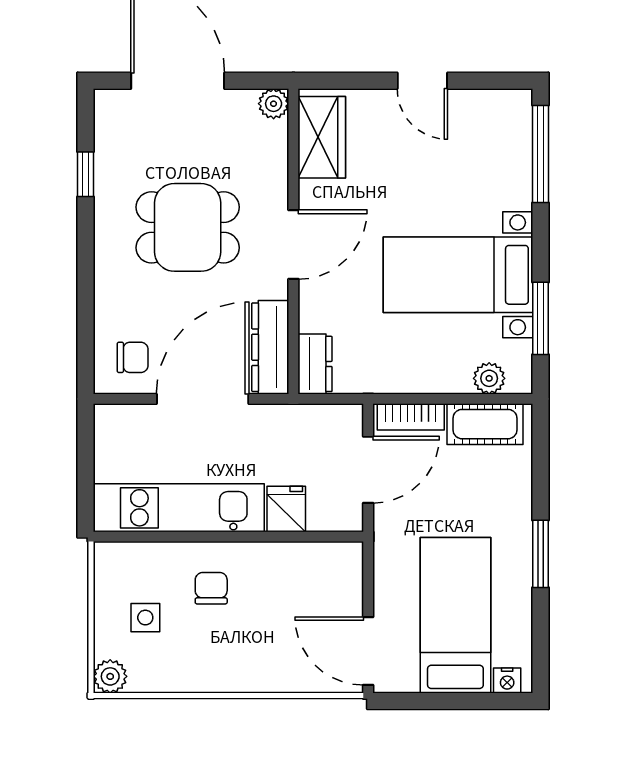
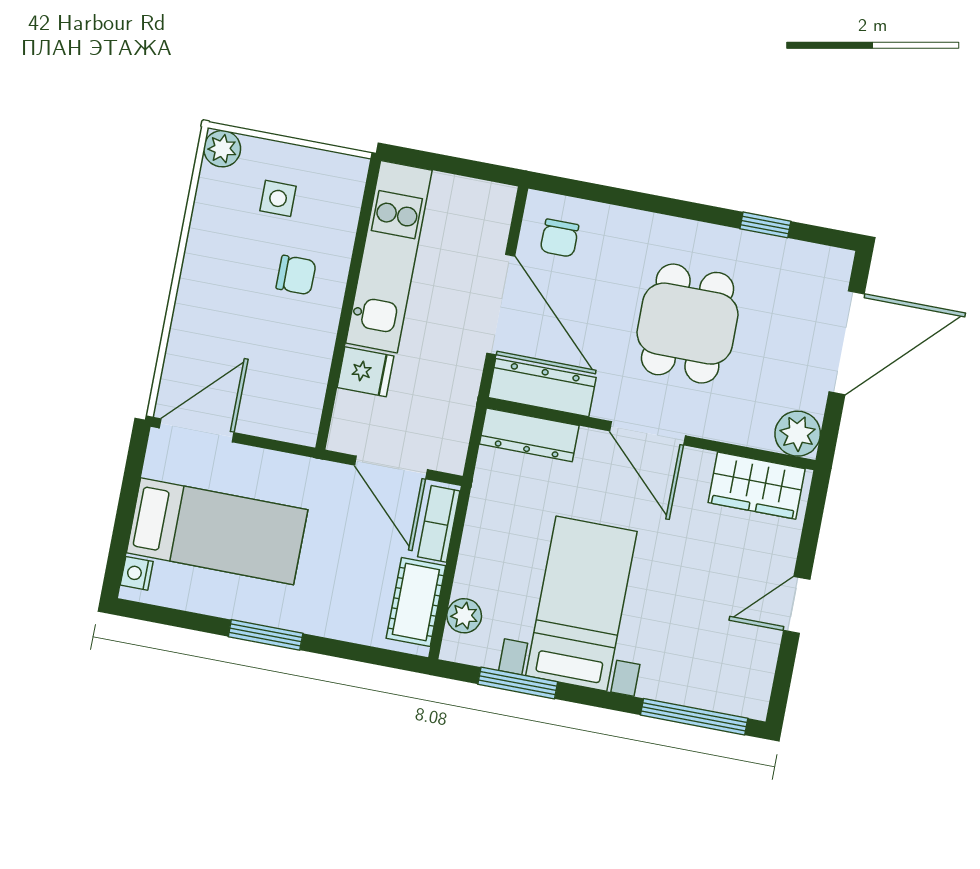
plant: (274, 104) -> (798, 434), width x1.38, depth x1.38
dresser: (315, 364) -> (529, 435), width x1.44

